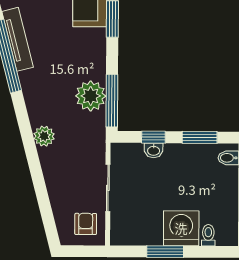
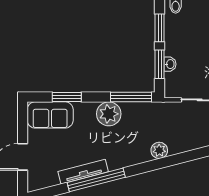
plant: (91, 96) -> (109, 114), moved
window: (153, 137) -> (160, 64), width x1.50

